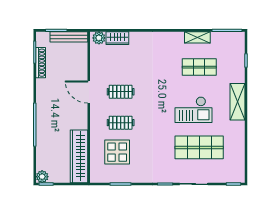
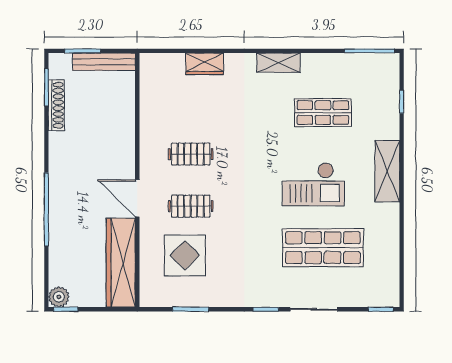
shelving: (197, 37) -> (279, 63), moved
plant: (99, 38) -> (154, 64), removed
wardrobe: (117, 38) -> (205, 64), moved
door: (89, 92) -> (137, 198), moved

